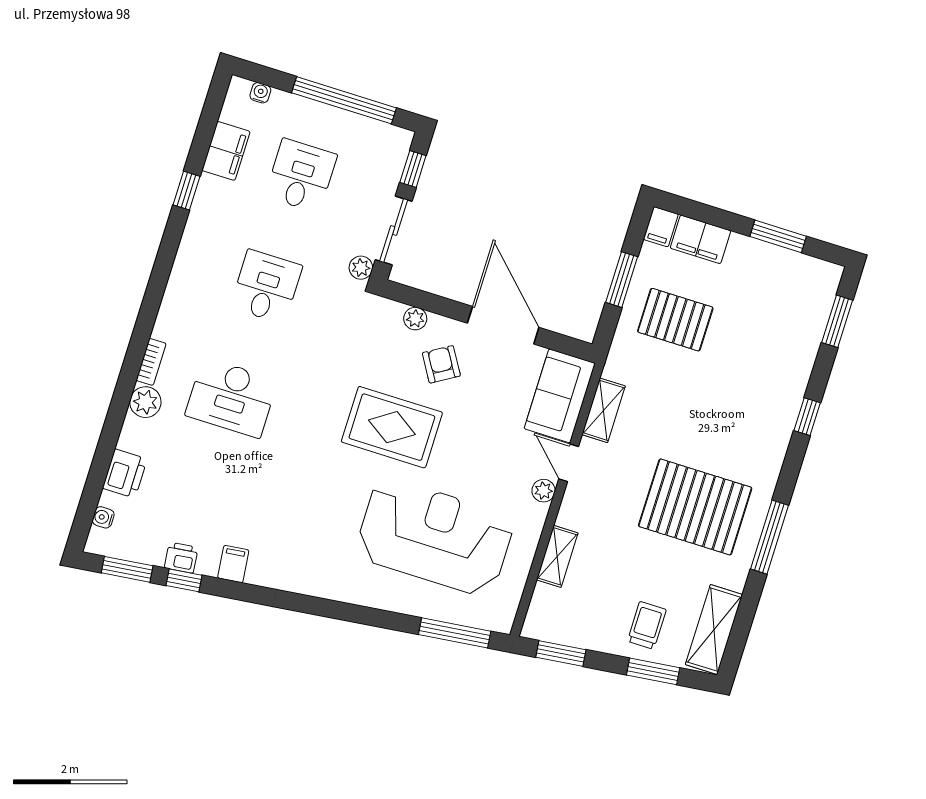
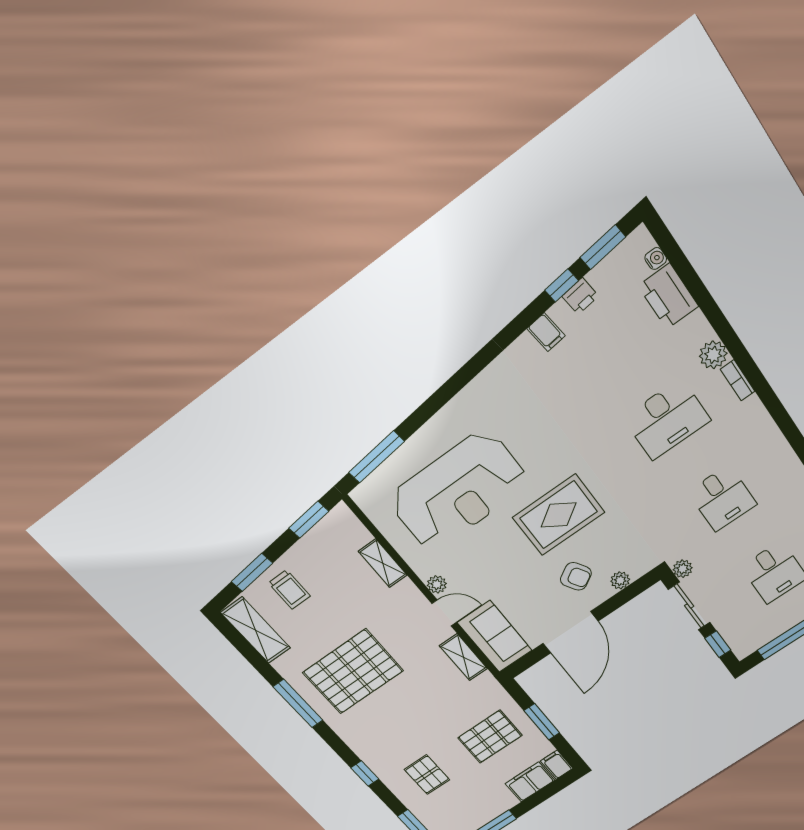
door: (503, 325) -> (570, 632), hinge flipped
pallet: (765, 352) -> (427, 775), added
desk: (231, 398) -> (667, 419), turned 180
printer: (125, 473) -> (668, 296), width x1.37, depth x1.19

